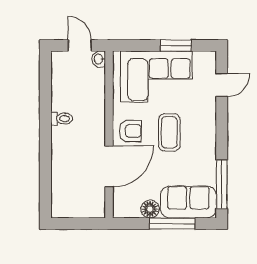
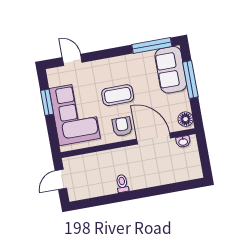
washbasin: (99, 59) -> (183, 142), moved
floor lamp: (150, 209) -> (186, 119), moved

